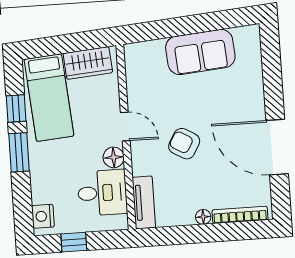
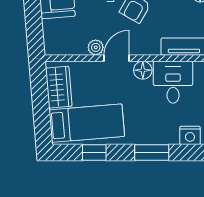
plant: (136, 102) -> (96, 47), added
window: (19, 152) -> (152, 153), moved

